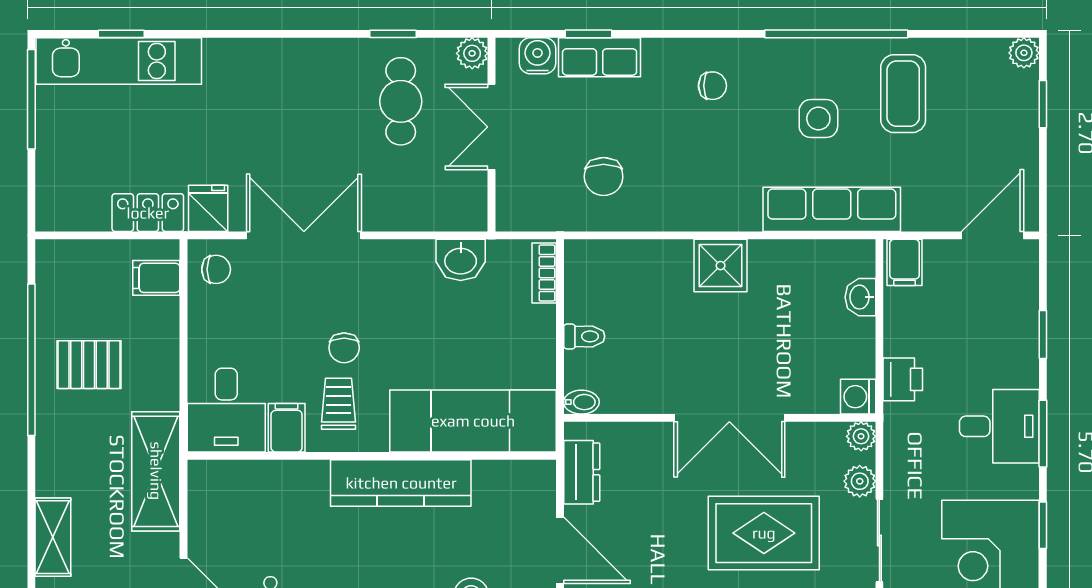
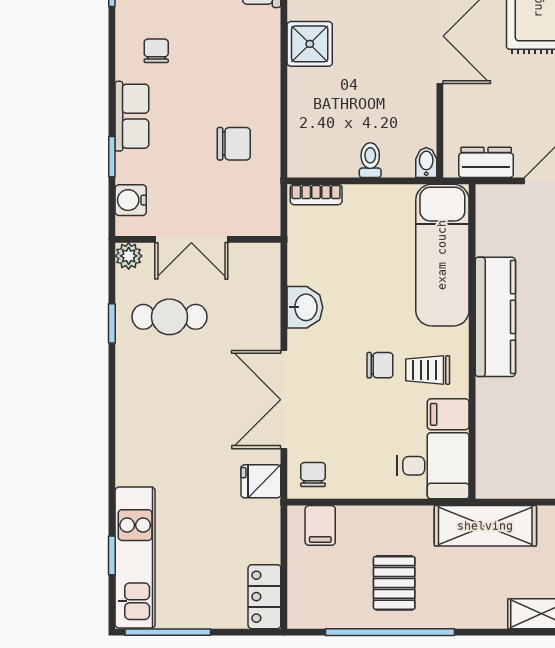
row of seats: (600, 57) -> (132, 116), moved
locker: (148, 213) -> (264, 597), moved
washbasin: (461, 260) -> (305, 307), moved

